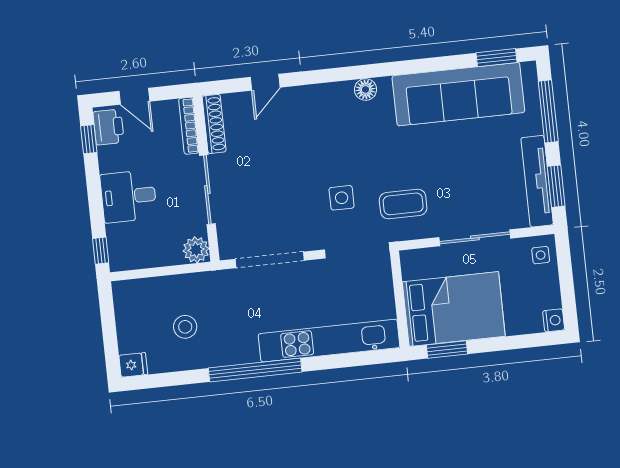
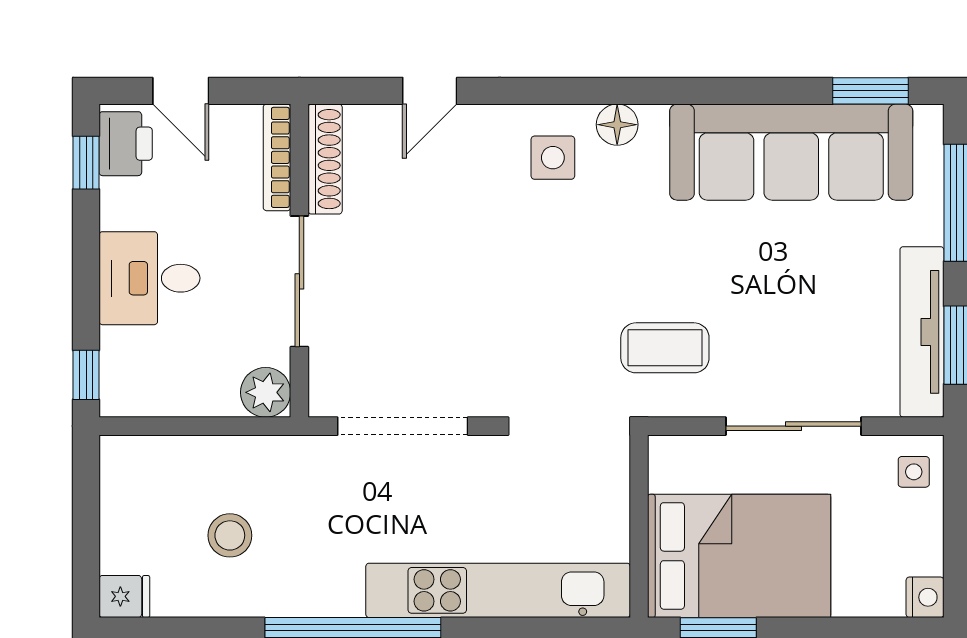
side table: (342, 198) -> (553, 158), moved

